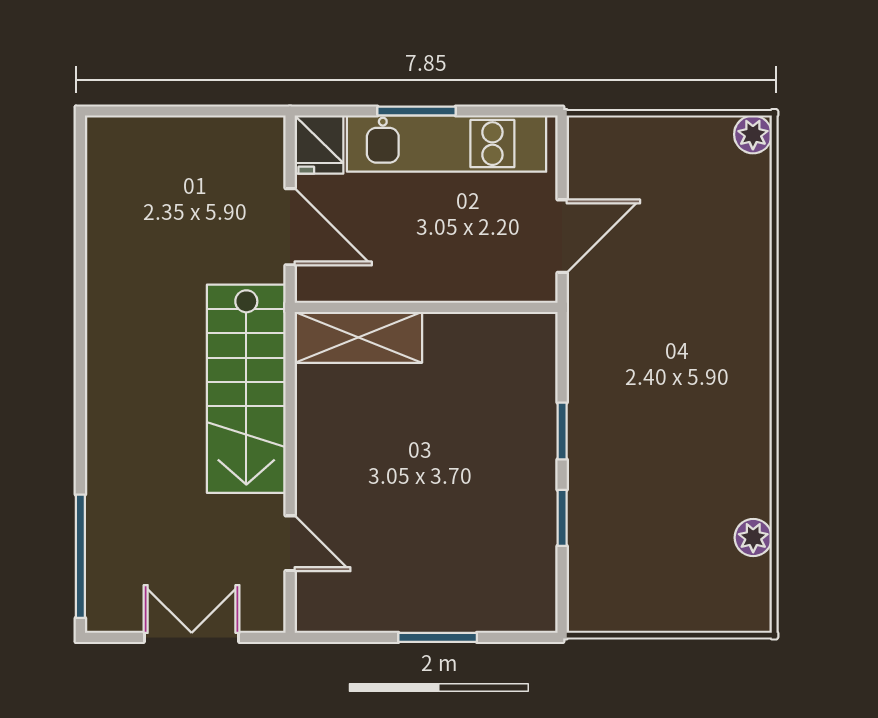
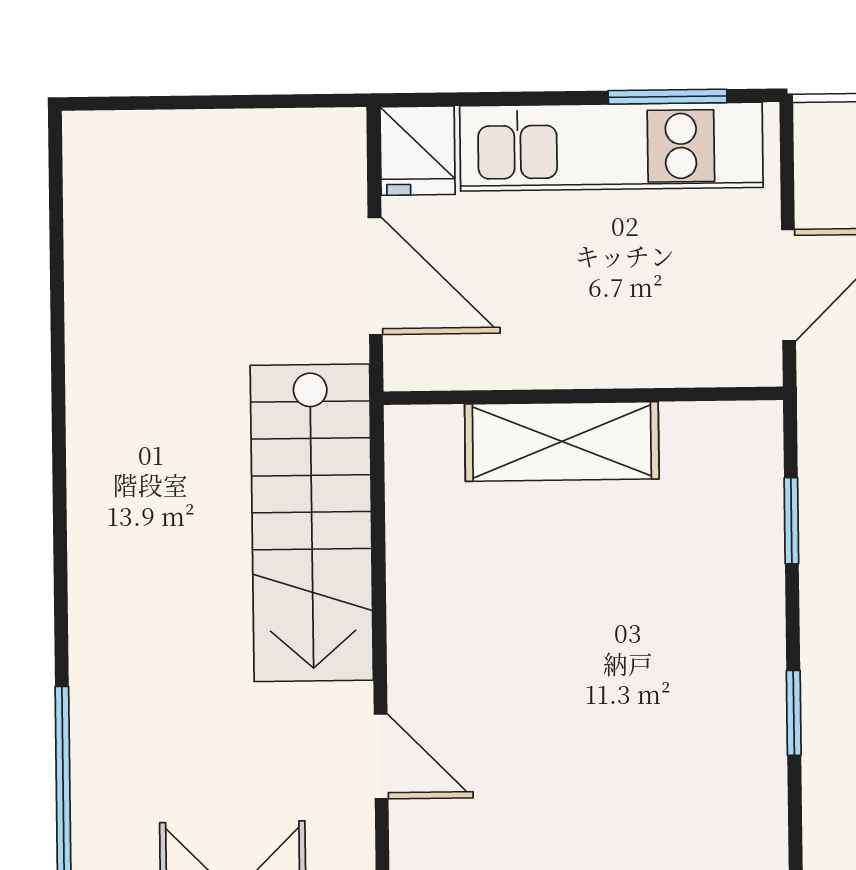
window: (417, 111) -> (668, 97), moved
shelving: (358, 337) -> (562, 441), moved
window: (562, 431) -> (791, 521), moved

